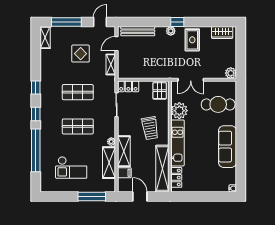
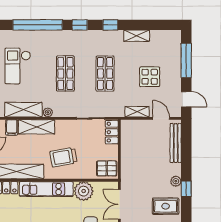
shelving: (45, 37) -> (137, 36), moved

